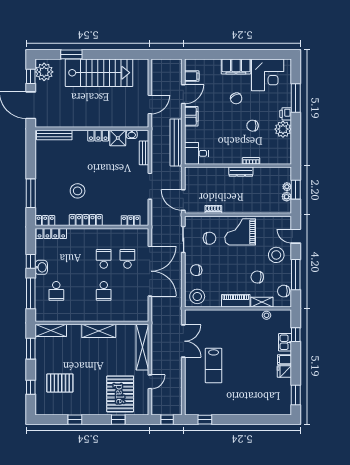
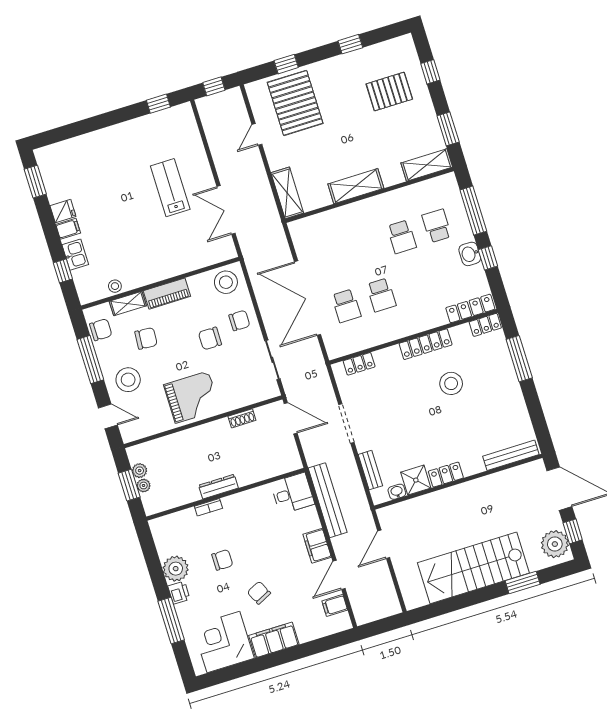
chair: (210, 238) -> (210, 338), moved
school desk: (104, 291) -> (402, 237), moved, turned 180
shelving: (142, 347) -> (287, 193), width x0.68

